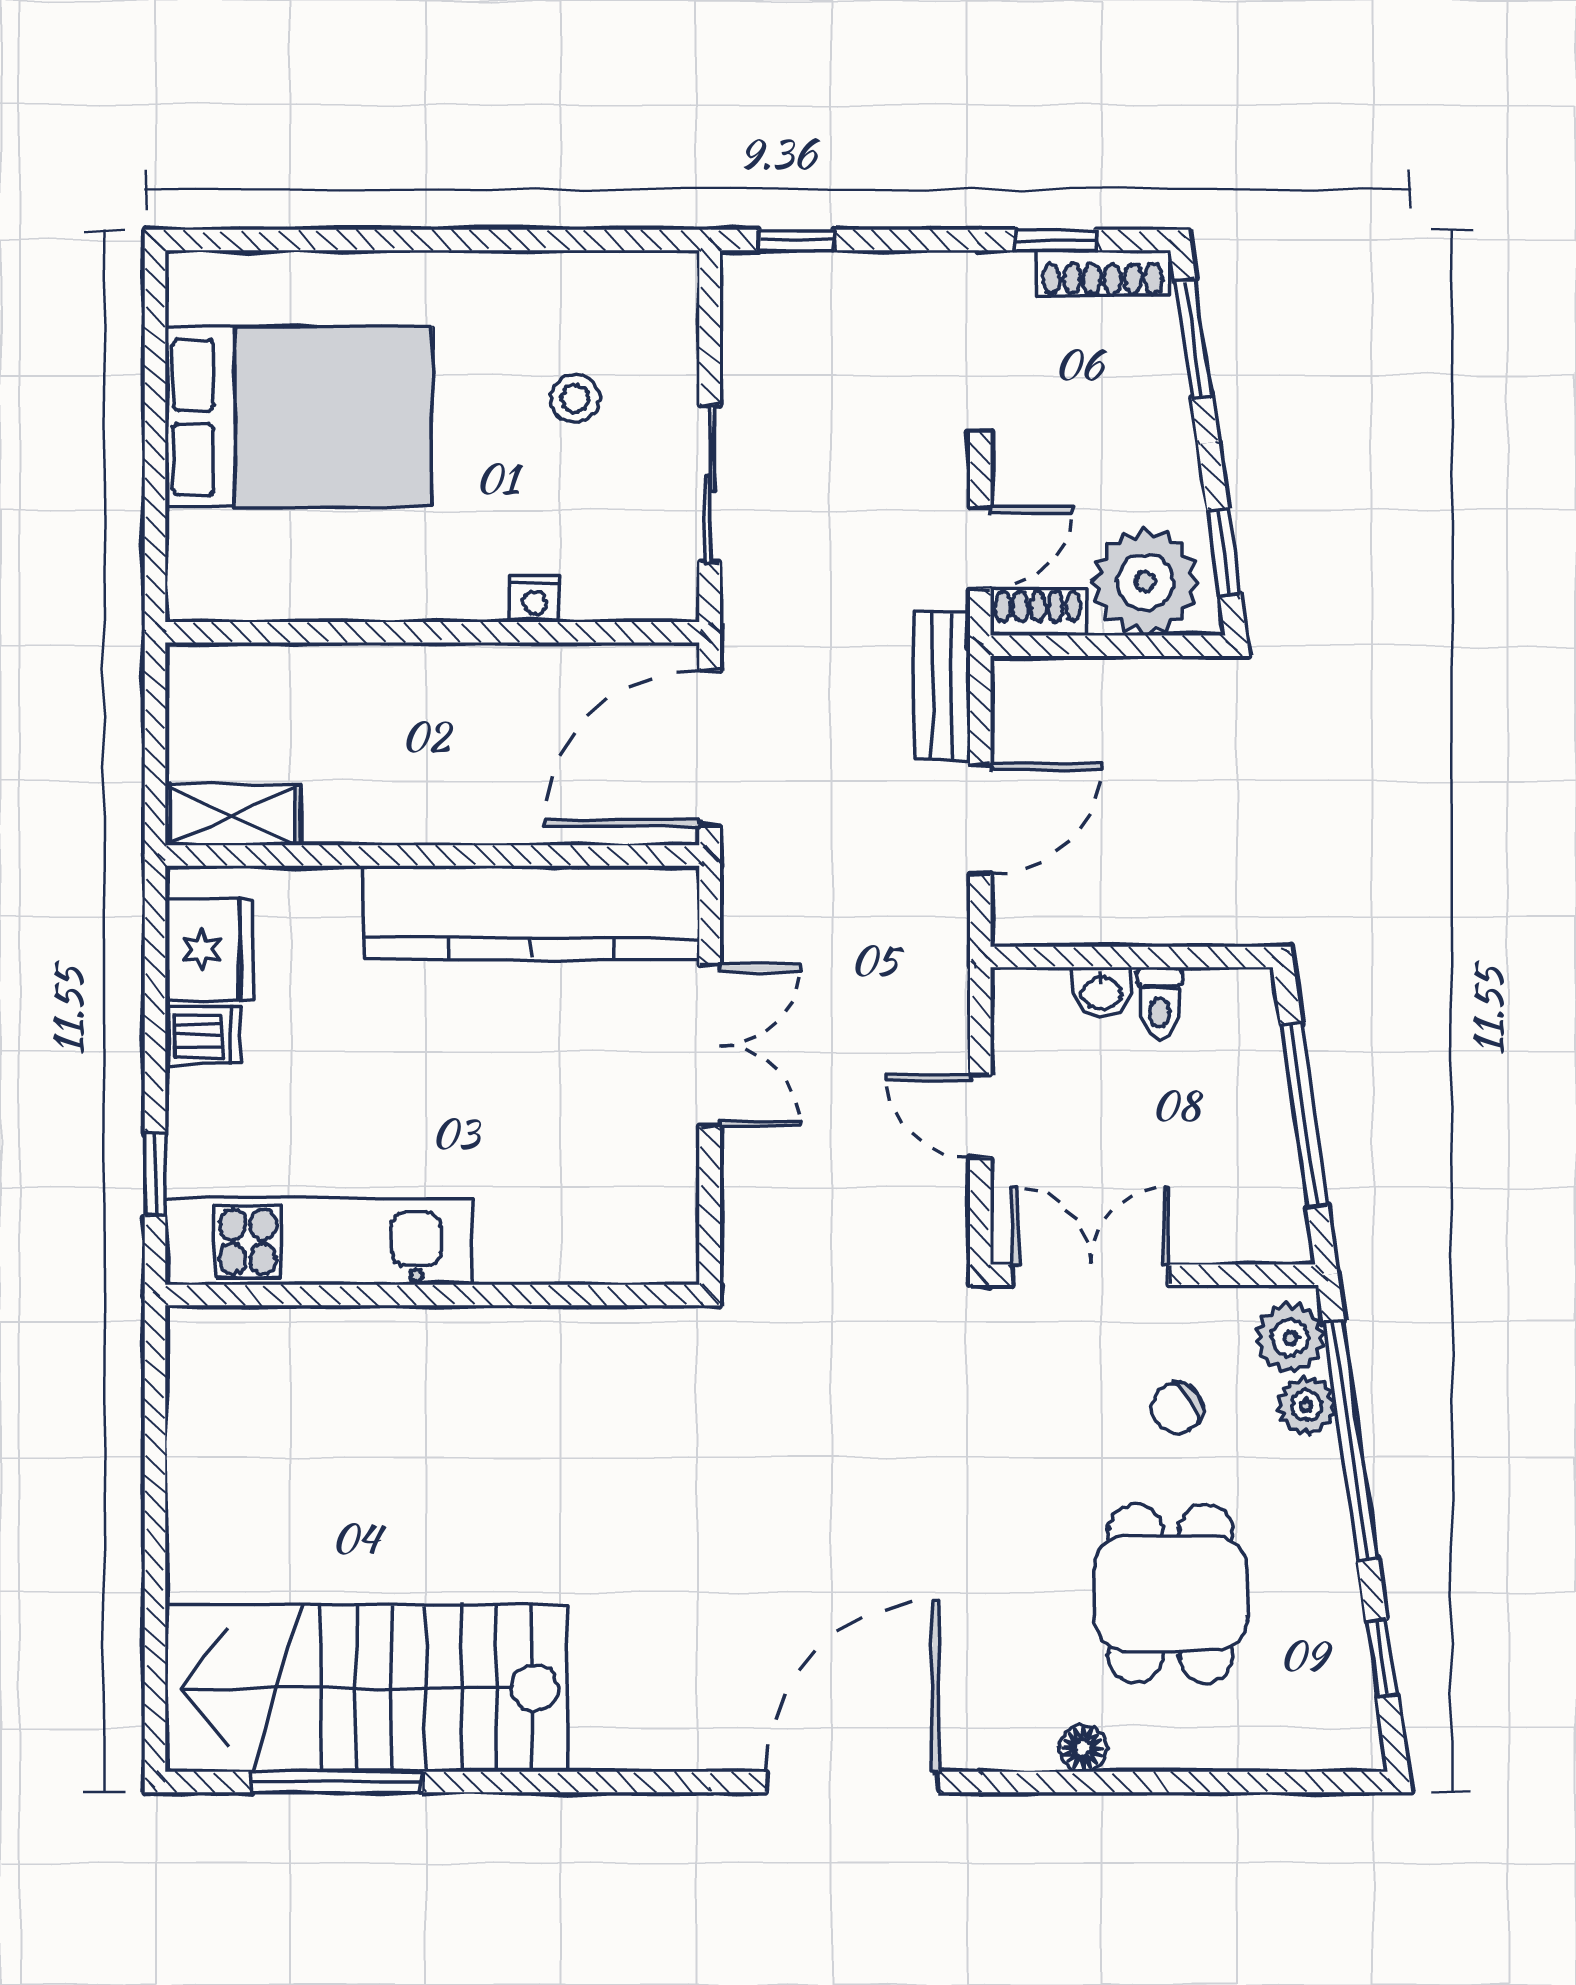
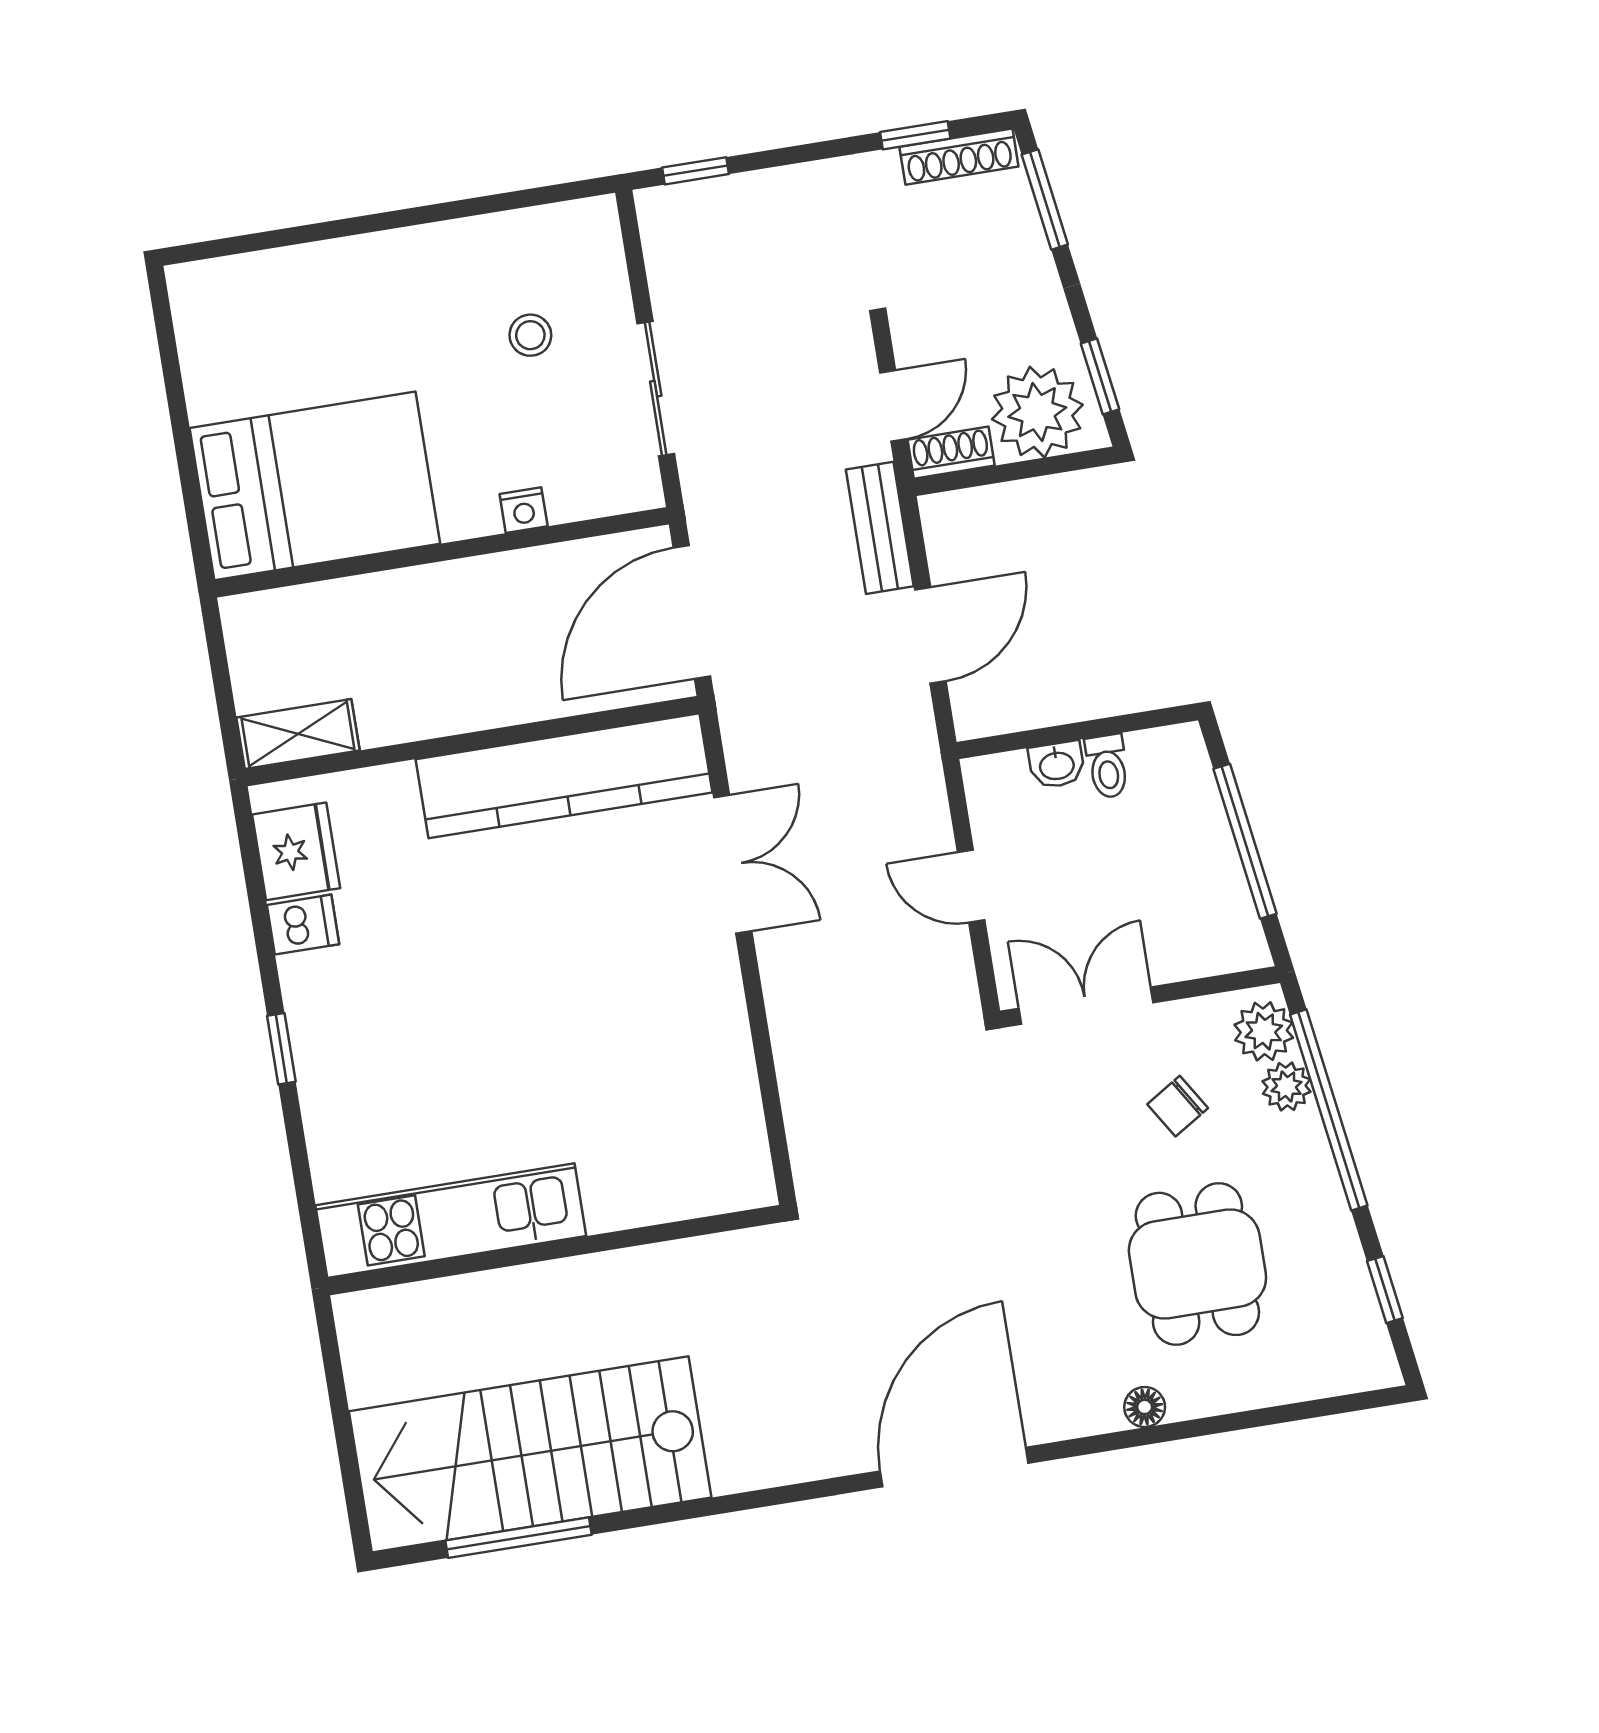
bed: (299, 417) -> (315, 486), moved
kitchen unit: (318, 1242) -> (451, 1221), moved
wall: (432, 1295) -> (555, 1250), moved

